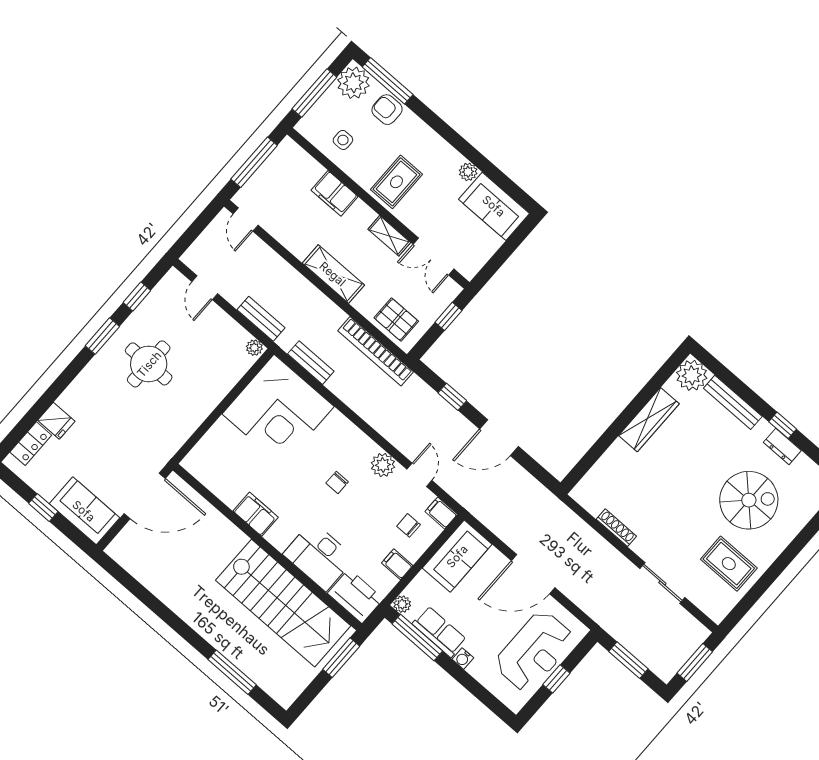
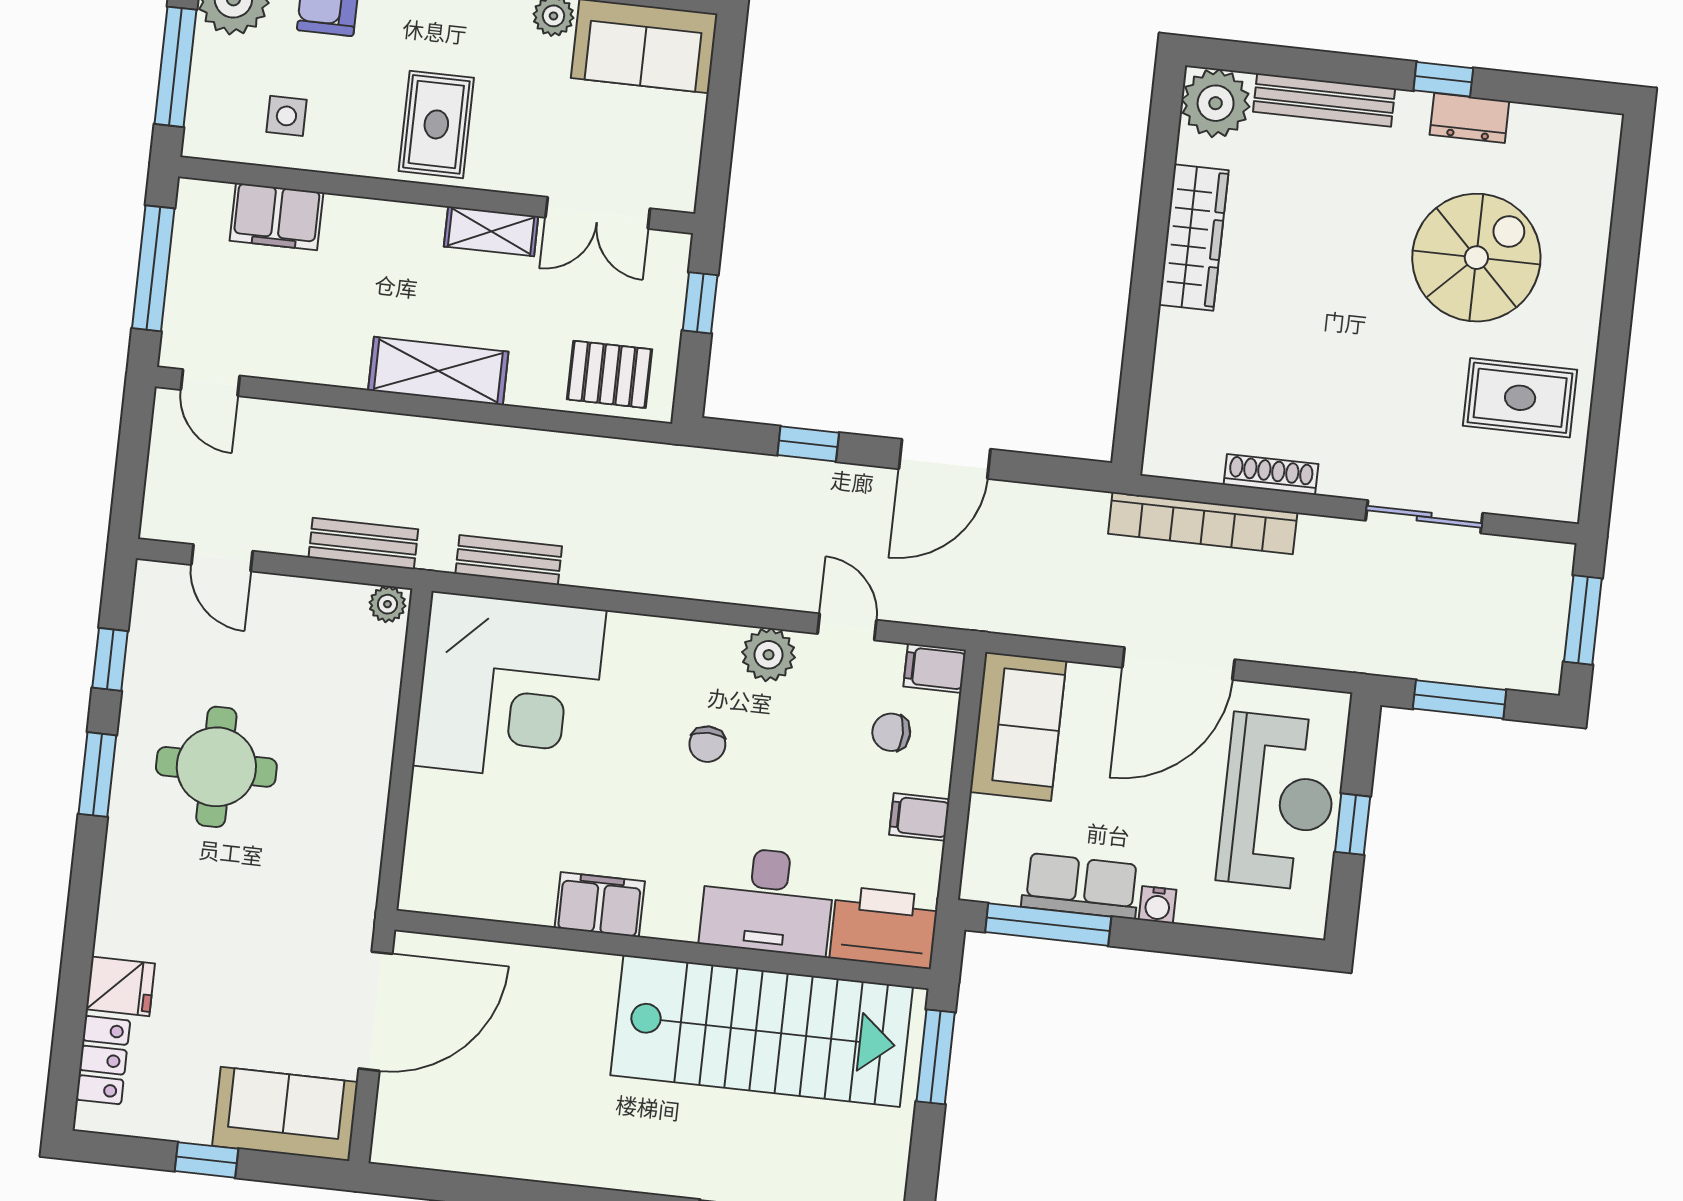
filing cabinet: (334, 193) -> (276, 217), moved
bookcase: (376, 351) -> (1203, 523), moved
plant: (402, 604) -> (979, 883), removed

